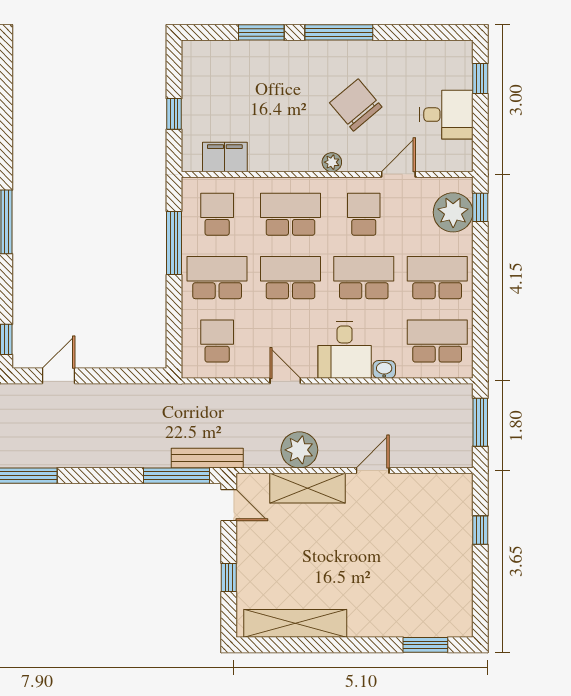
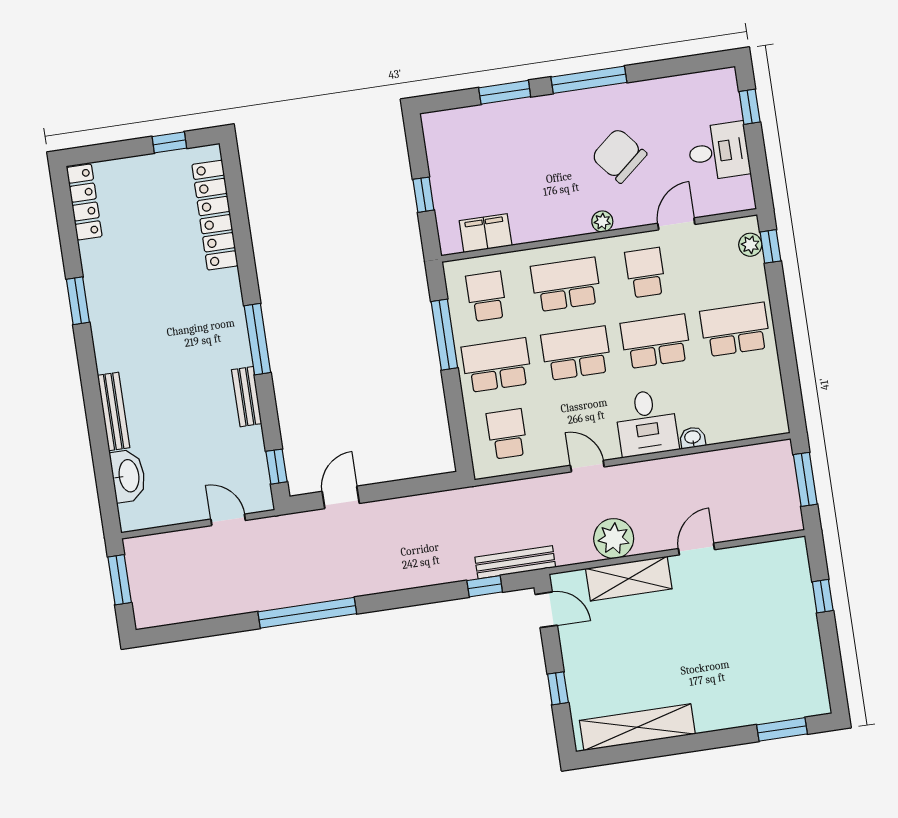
plant: (453, 212) -> (750, 245), width x0.53, depth x0.53
school desk: (437, 341) -> (745, 398), removed
window: (176, 476) -> (485, 586), width x0.46

